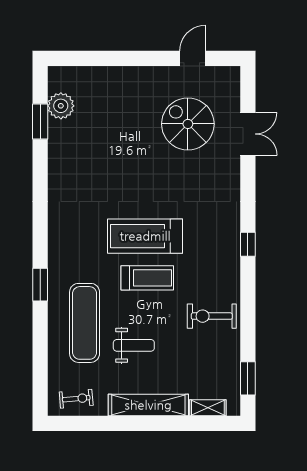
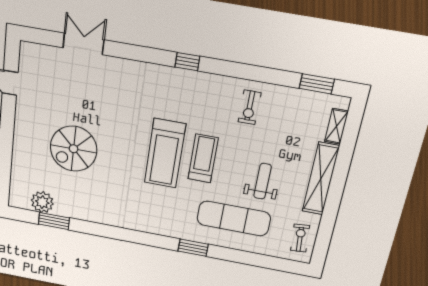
spiral stairs: (188, 124) -> (74, 149), moved
exercise bike: (212, 316) -> (250, 107), width x0.73, depth x0.72

